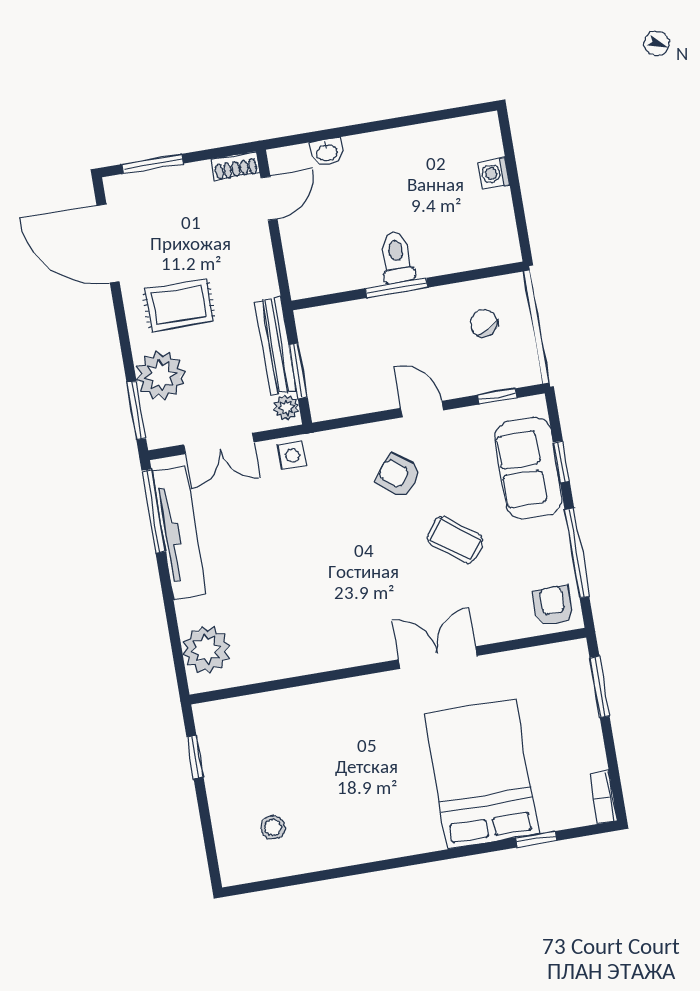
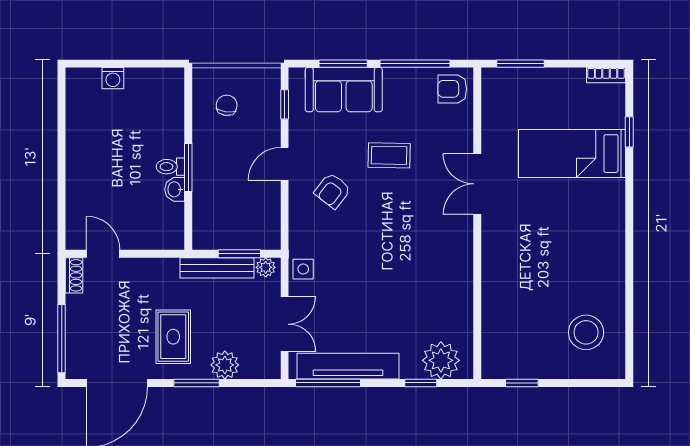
washbasin: (327, 152) -> (175, 189), moved, turned 180
window: (153, 164) -> (62, 339), width x1.44
toilet: (397, 257) -> (170, 167), width x0.73, depth x0.72
chair: (484, 323) -> (227, 105), turned 126
plant: (161, 375) -> (225, 365), width x0.73, depth x0.73
window: (136, 410) -> (196, 383), moved
window: (561, 462) -> (343, 64), width x1.50
coffee table: (455, 540) -> (389, 155), turned 54
window: (173, 629) -> (421, 383), added
bed: (481, 774) -> (572, 154), width x0.67
stool: (273, 827) -> (586, 332), width x1.89, depth x1.89

